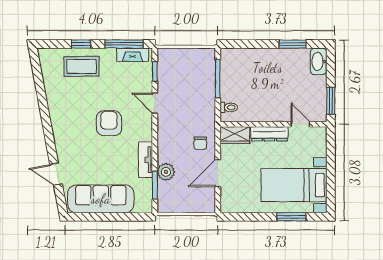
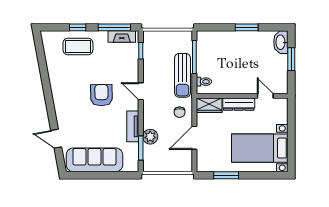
window: (292, 44) -> (247, 27), moved
sun lounger: (204, 100) -> (183, 75), added
window: (331, 101) -> (291, 59), moved
door: (155, 103) -> (141, 91), moved
window: (291, 217) -> (226, 175), moved

